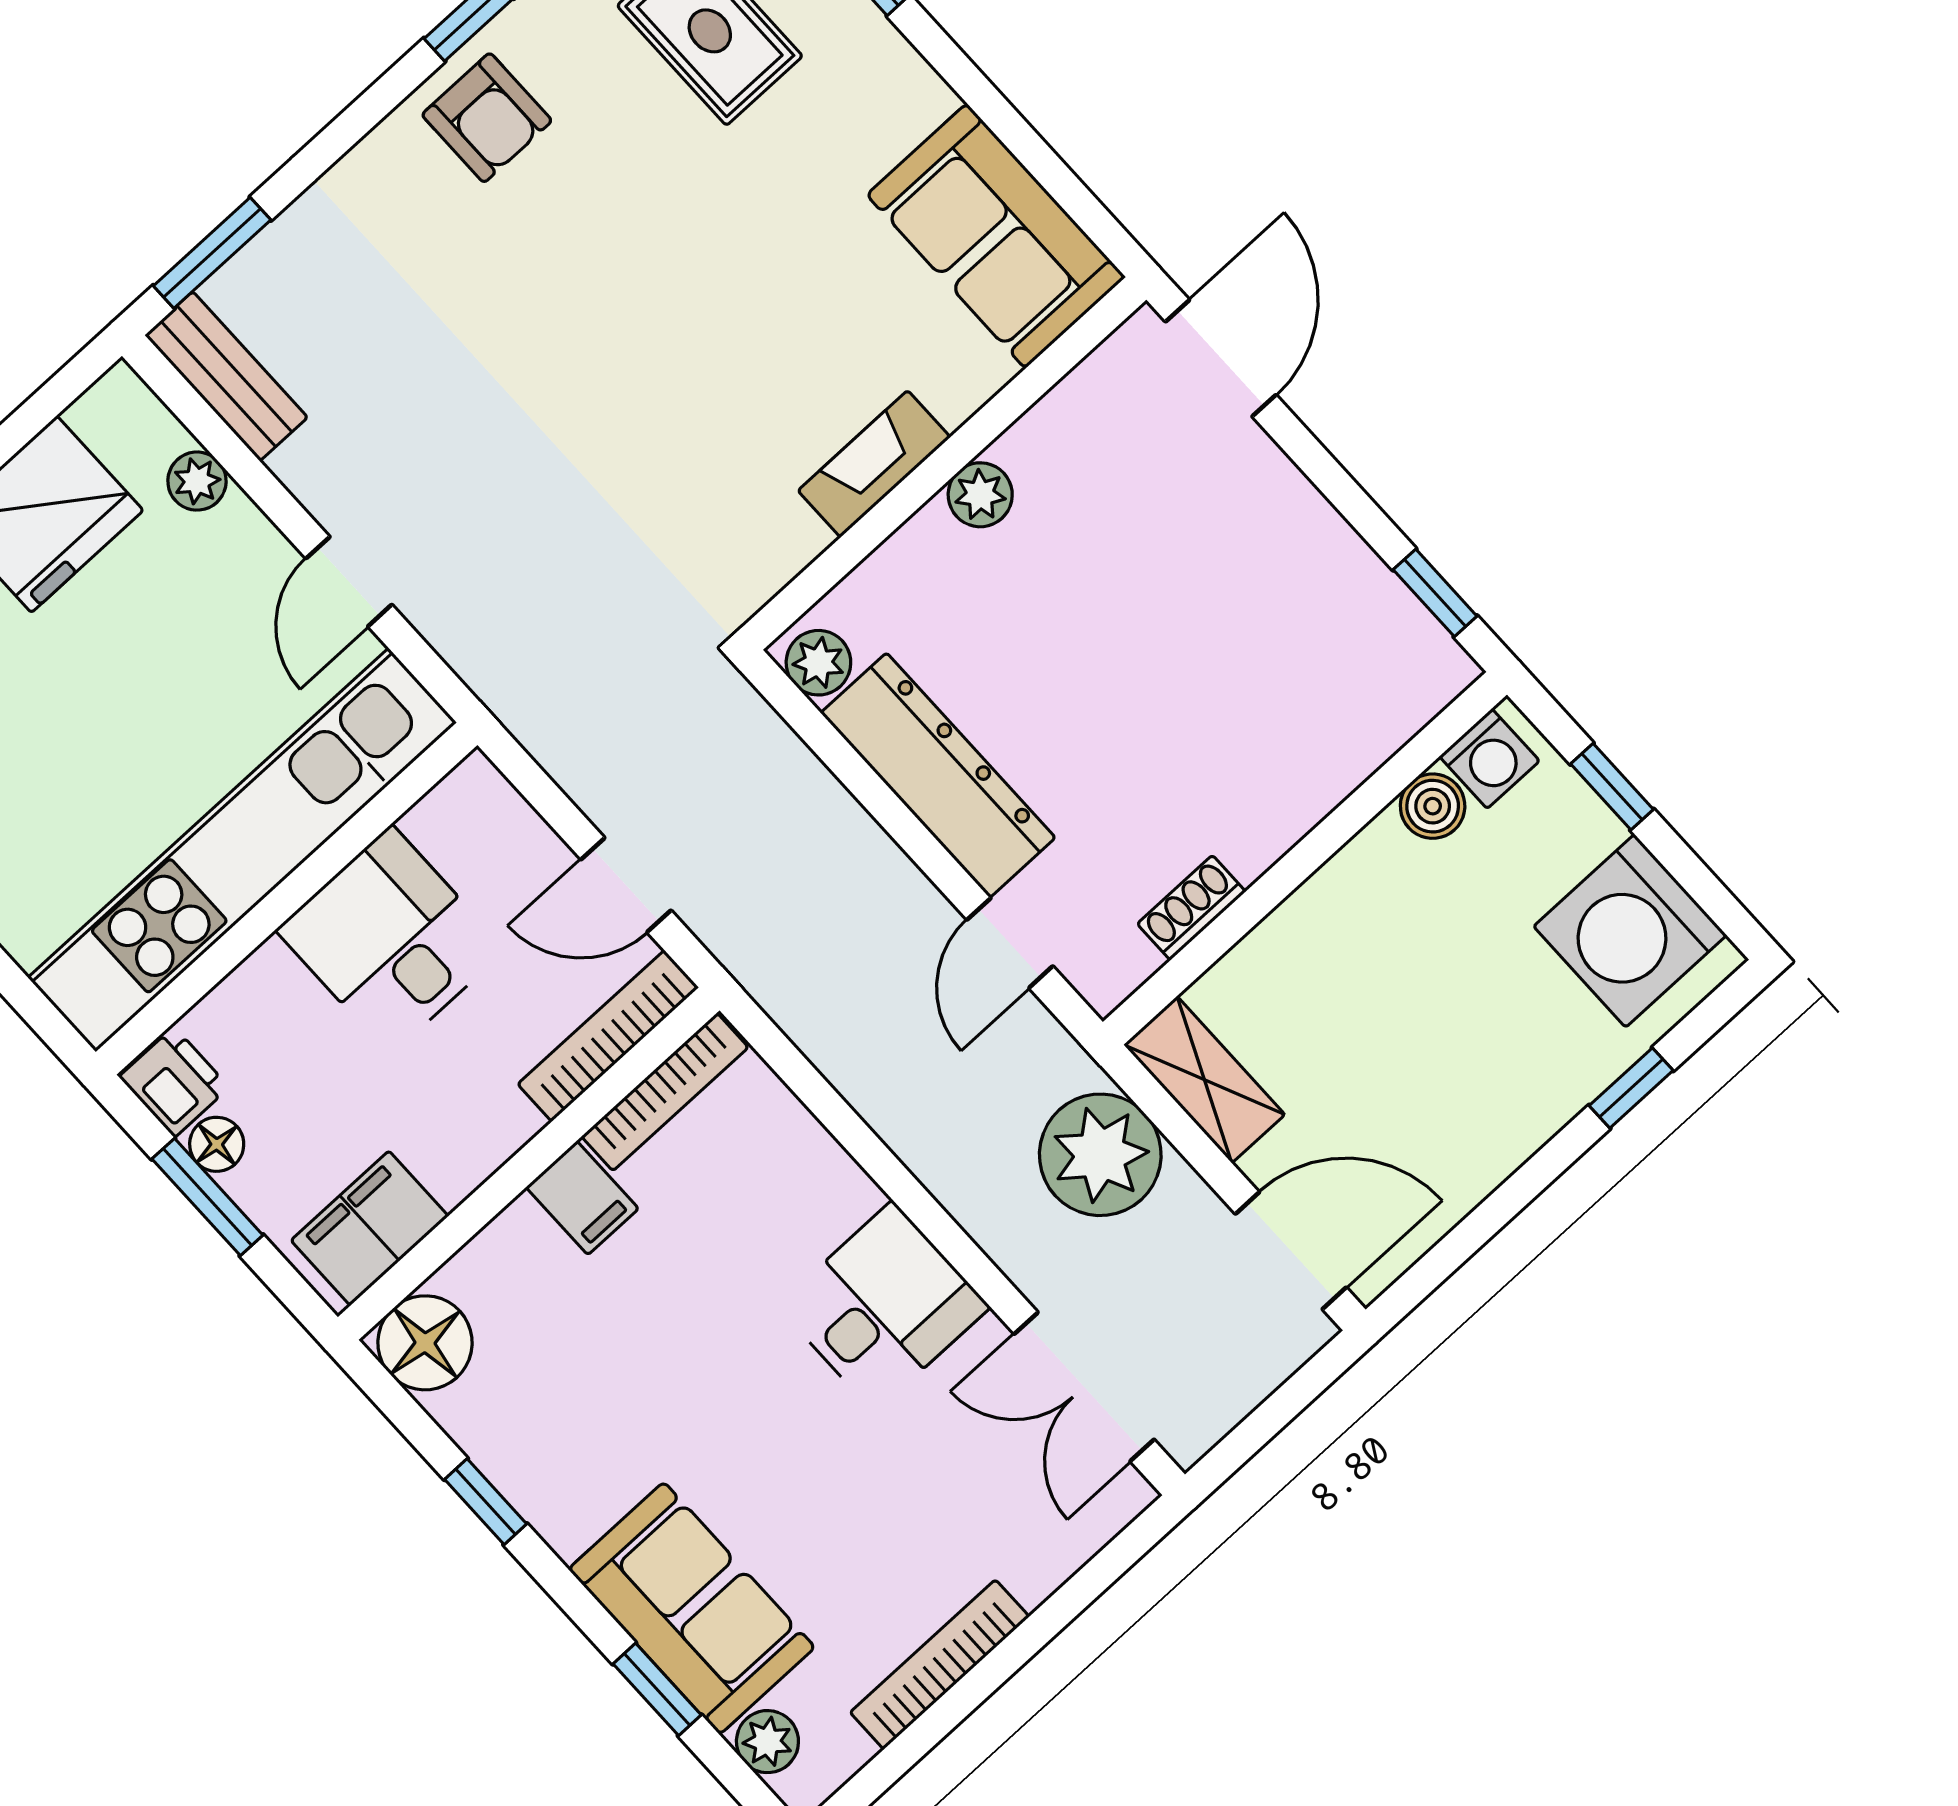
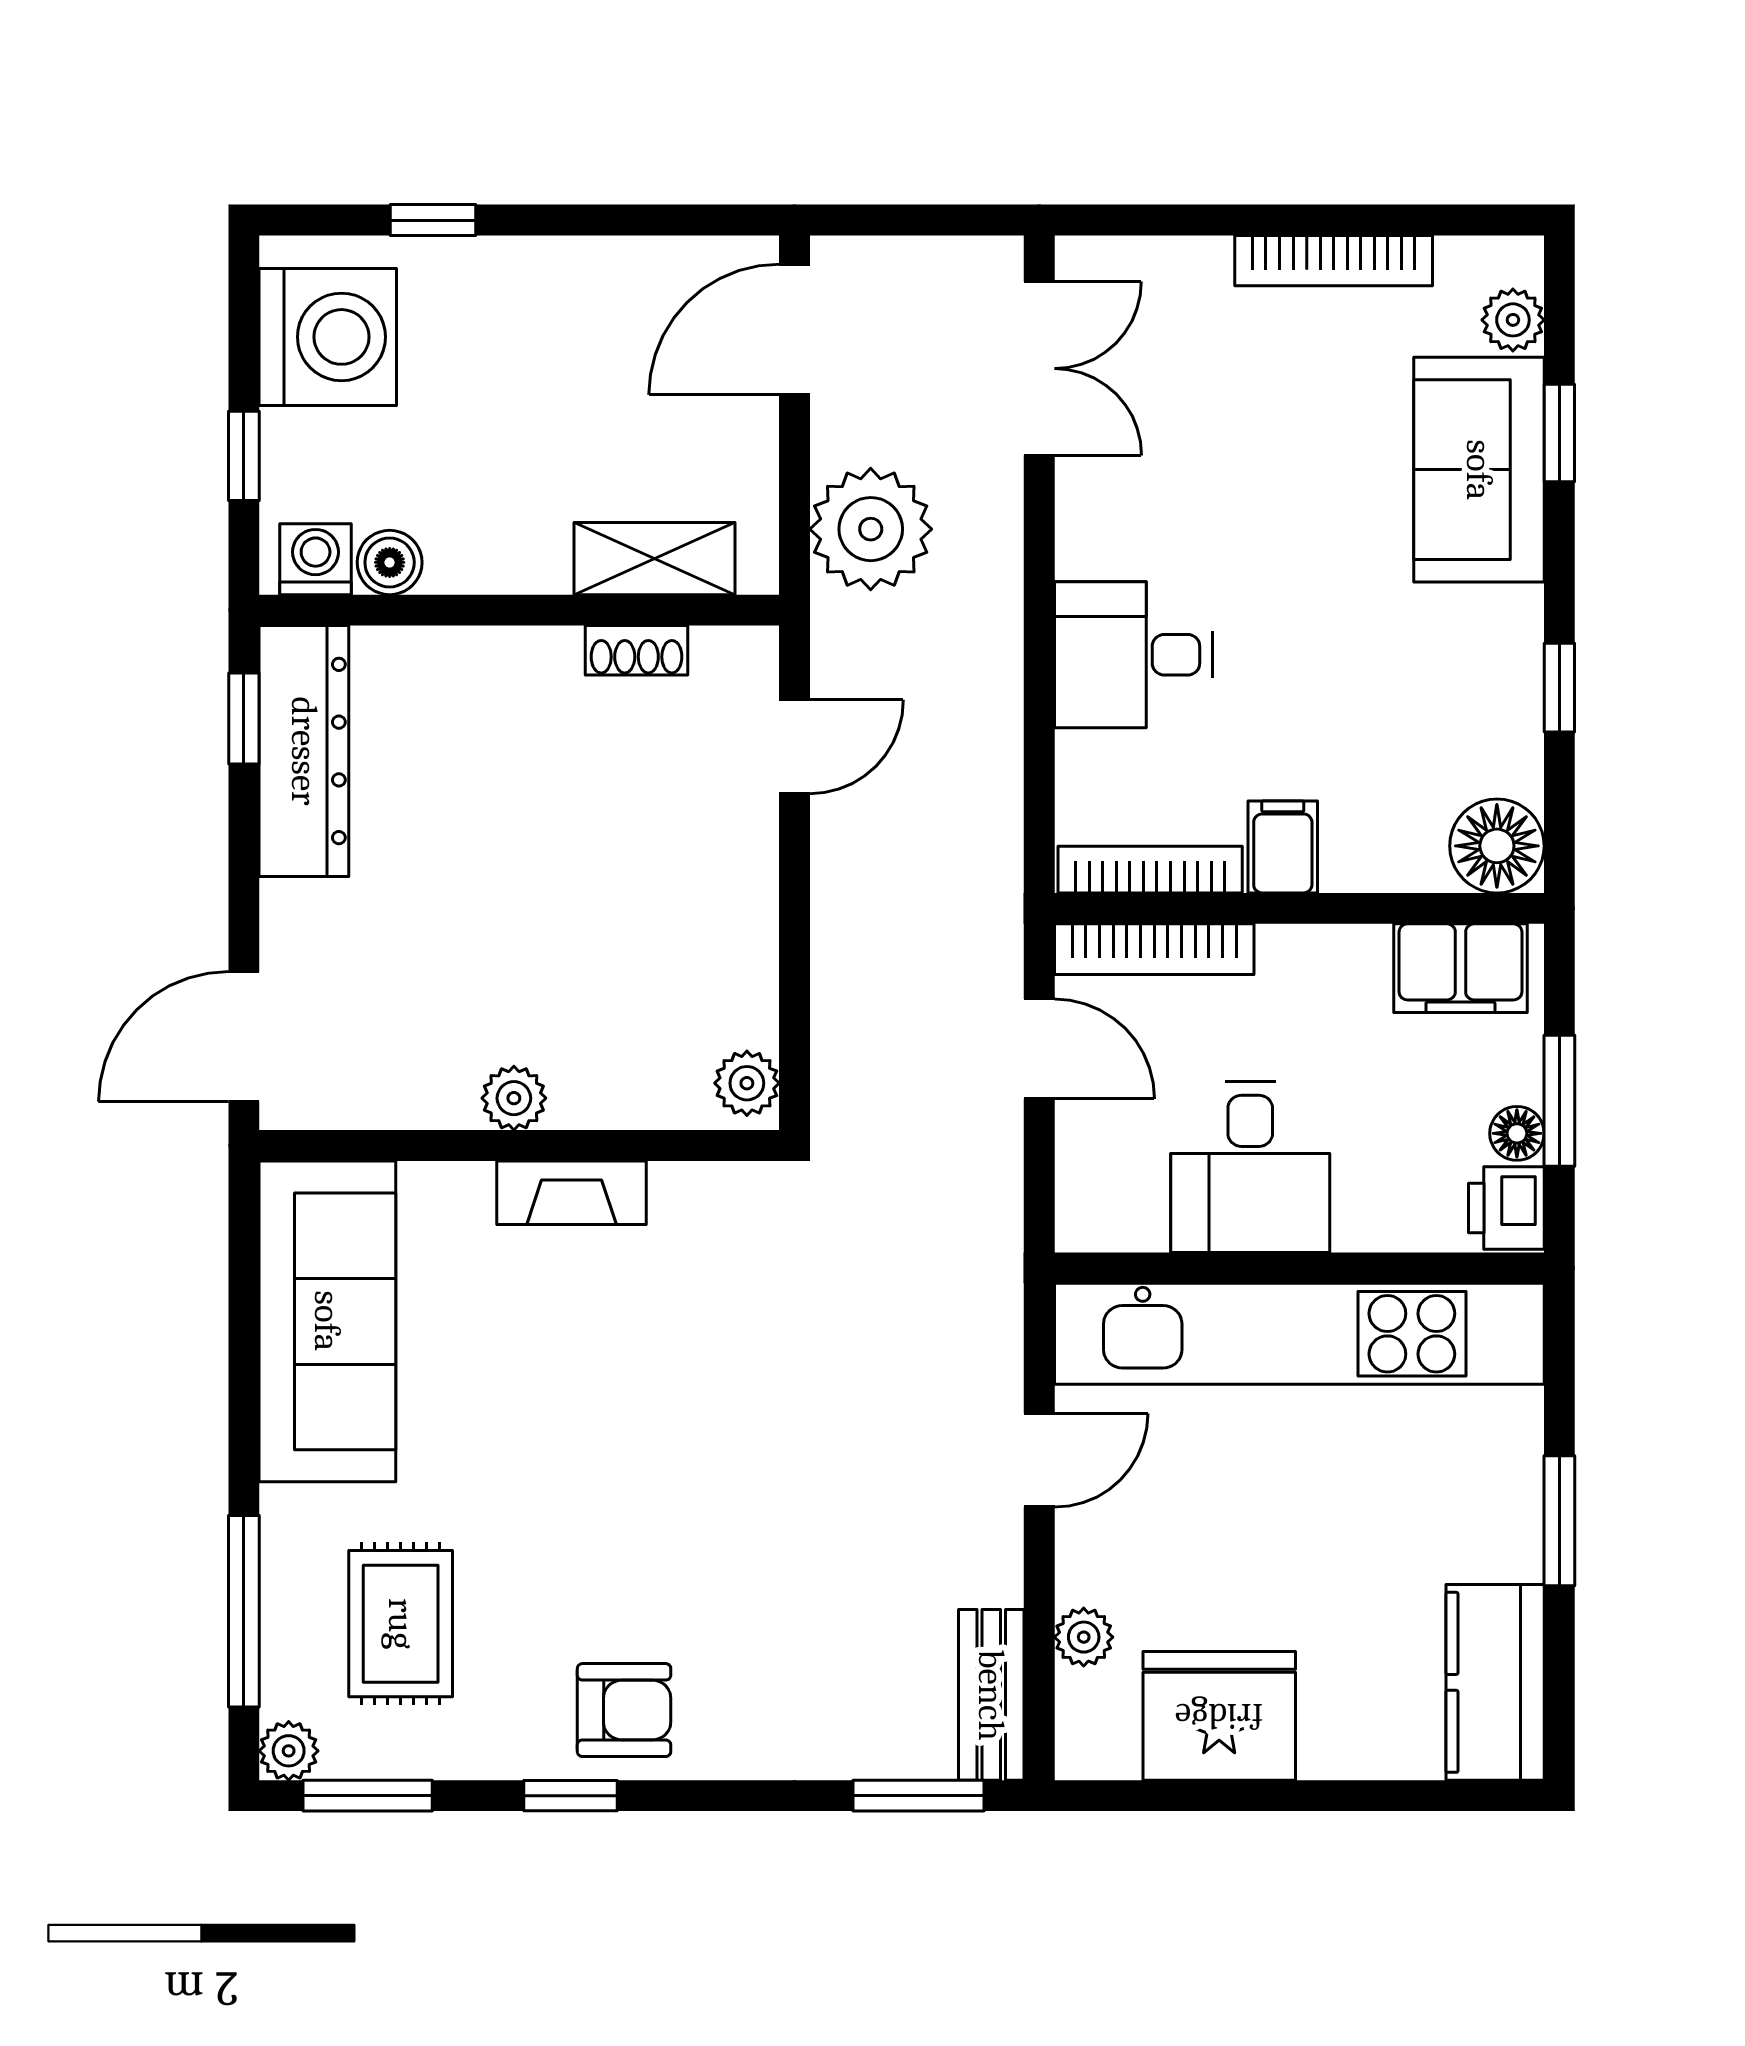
armchair: (487, 118) -> (624, 1710), turned 90
sofa: (996, 236) -> (327, 1321), width x1.36
dresser: (938, 775) -> (304, 751), moved, turned 180
shelving: (1204, 1080) -> (655, 559), moved, turned 90
door: (1291, 1251) -> (795, 330), hinge flipped
desk: (884, 1307) -> (1133, 655), moved

